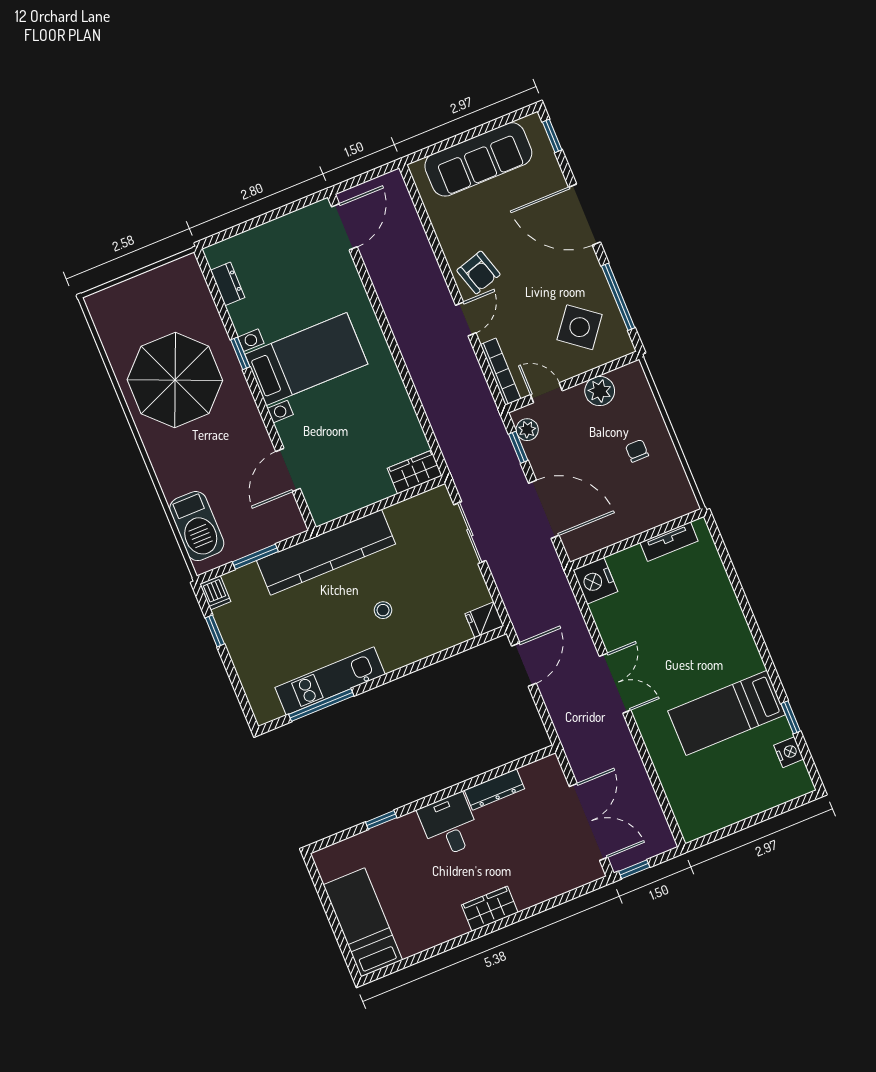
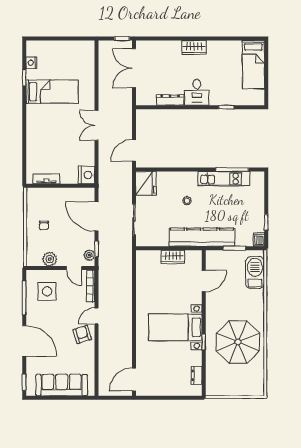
side table: (580, 327) -> (47, 291), turned -38
wardrobe: (415, 472) -> (173, 257), moved
fridge: (484, 620) -> (146, 183), width x1.88, depth x1.34

